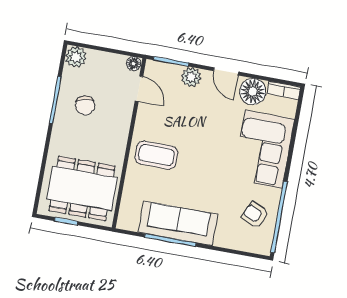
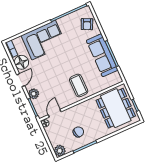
armchair: (255, 215) -> (87, 24), moved

